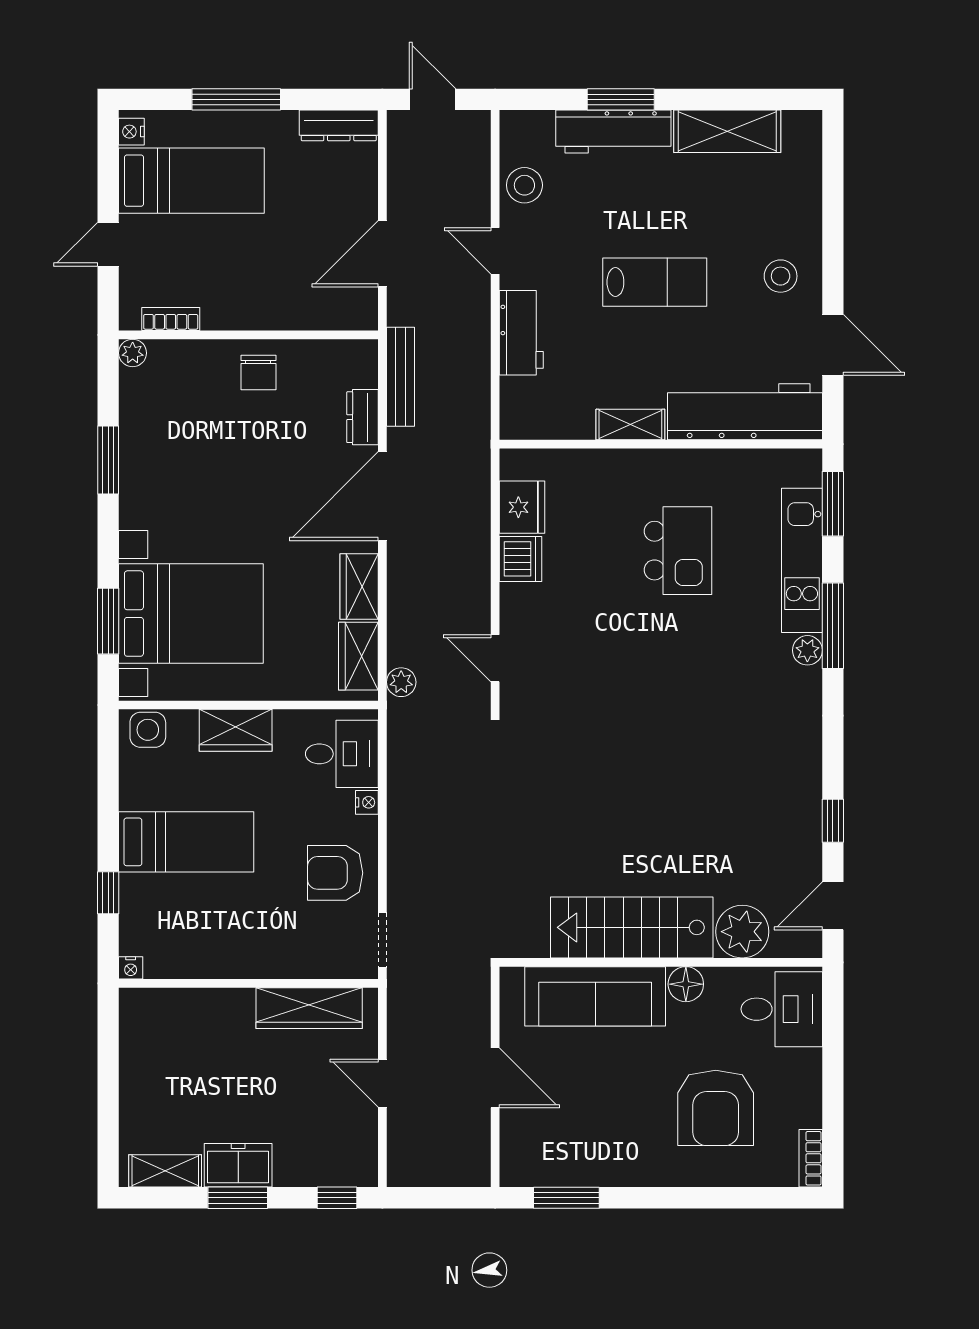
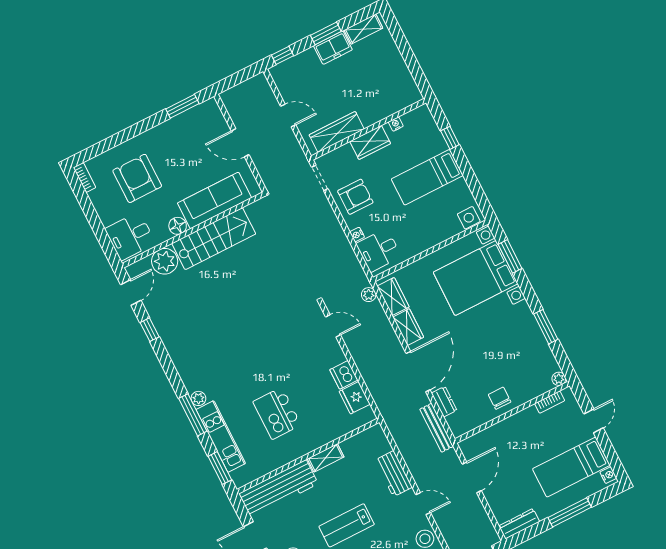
wardrobe: (236, 730) -> (370, 142), moved, turned 180
nightstand: (131, 968) -> (396, 124), moved

